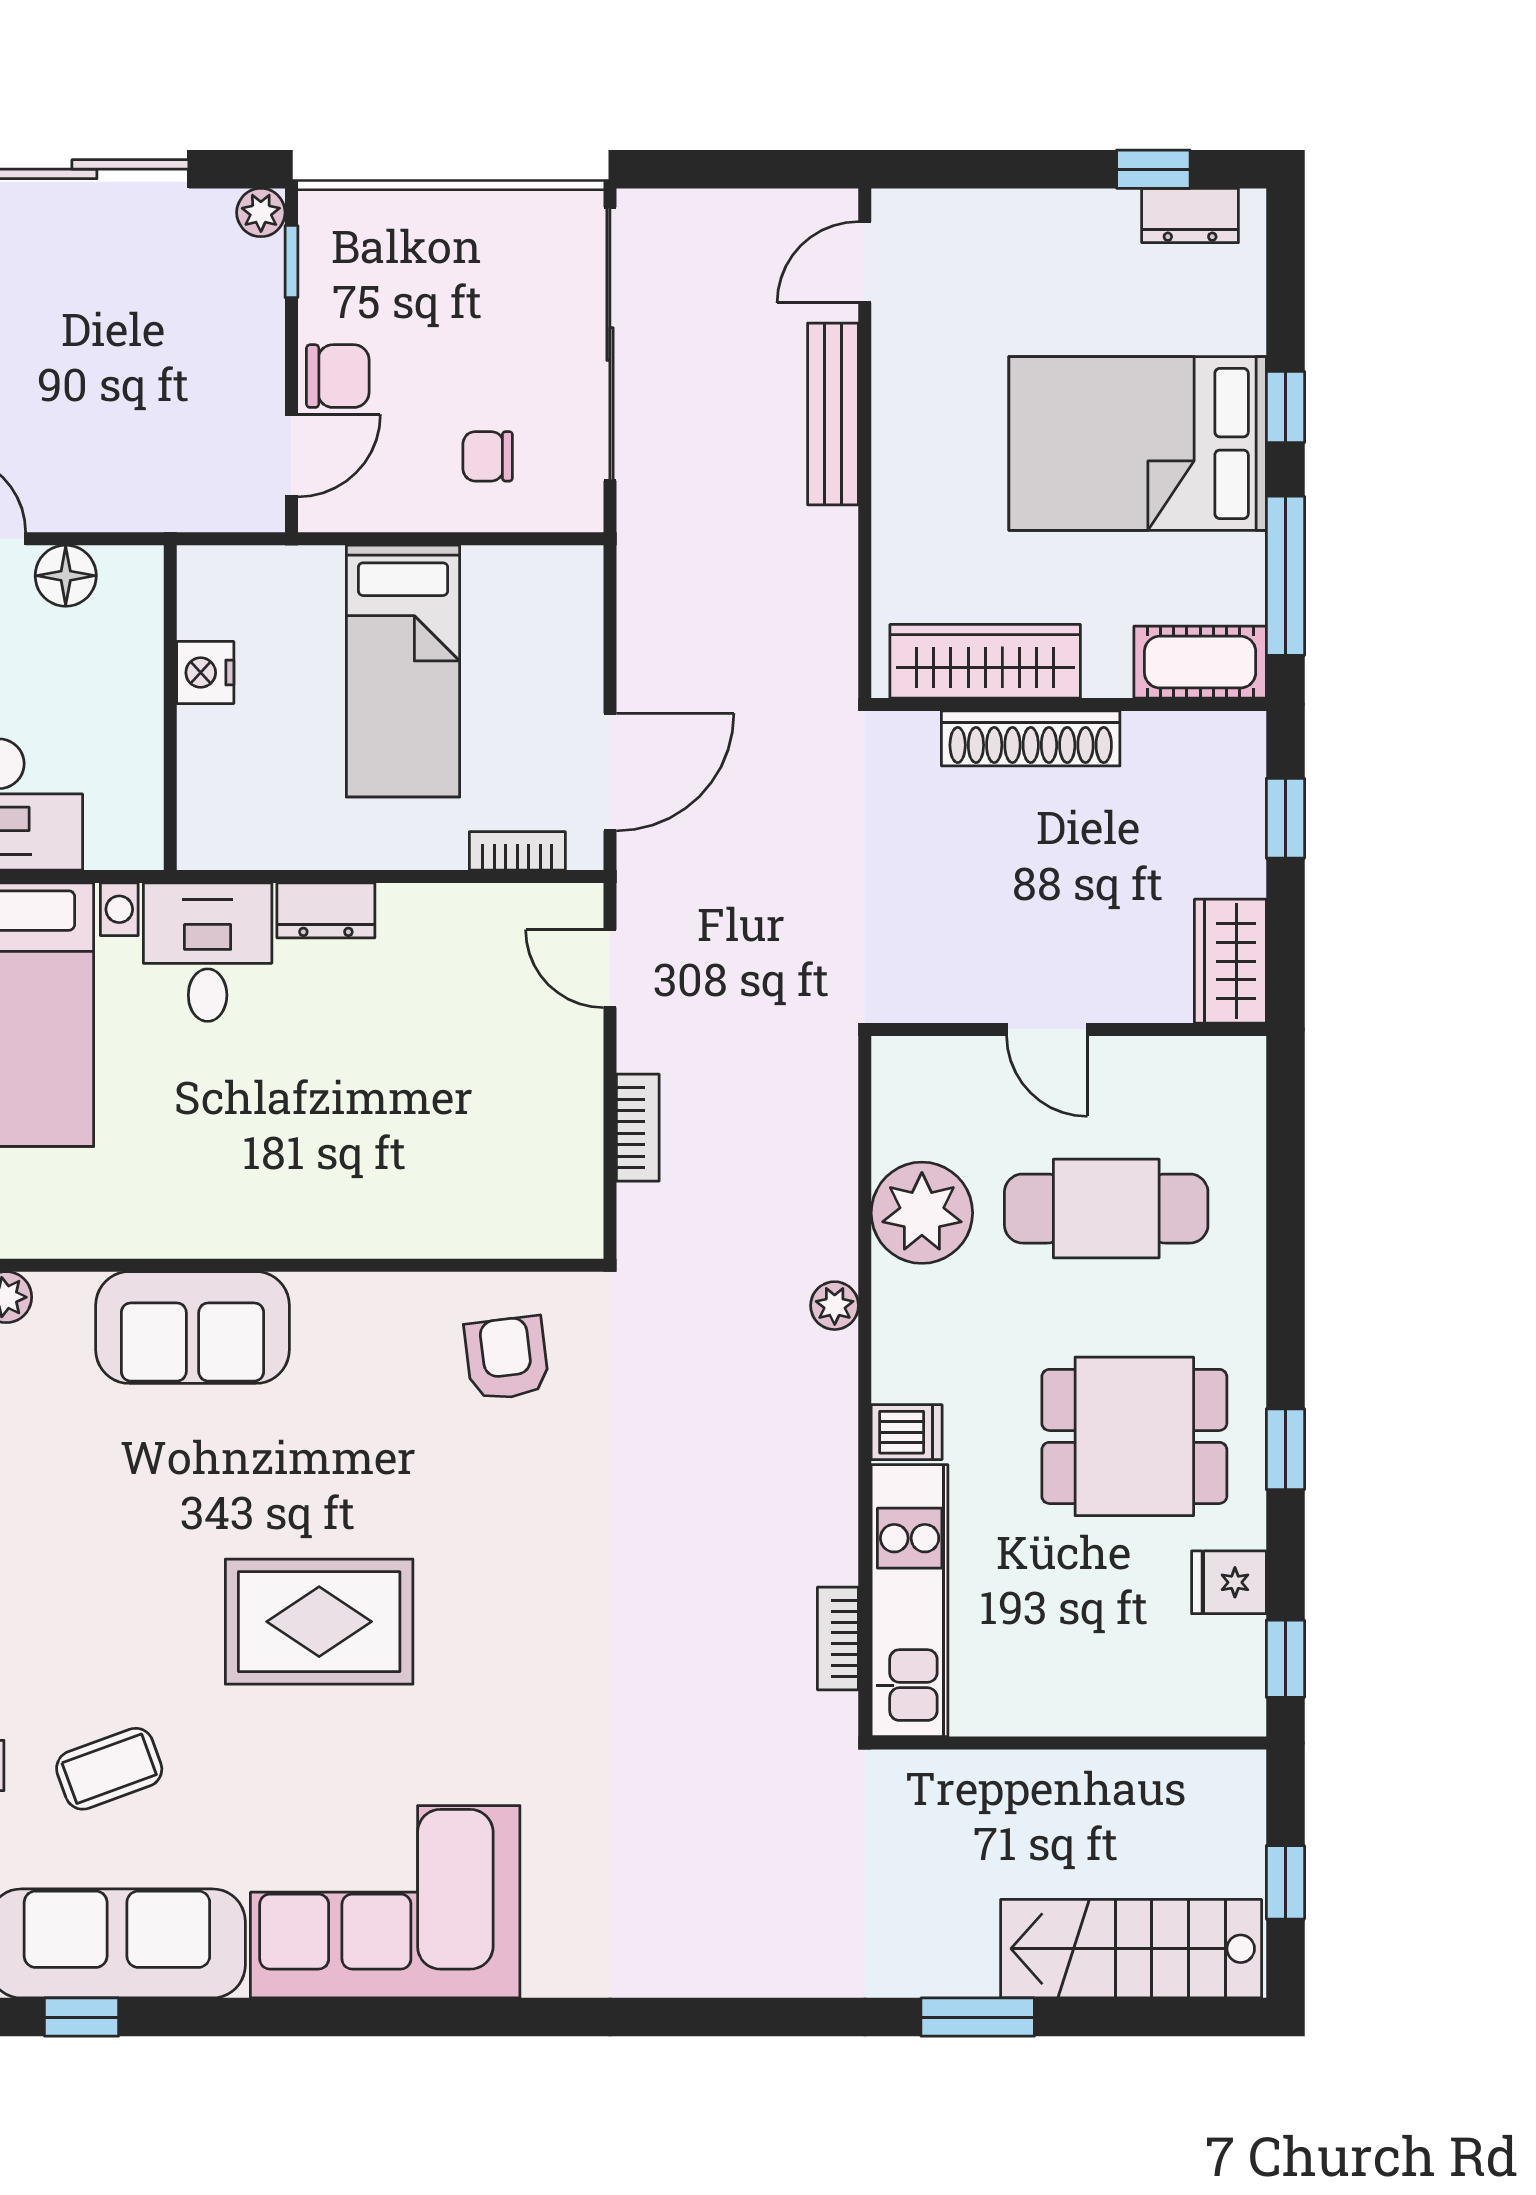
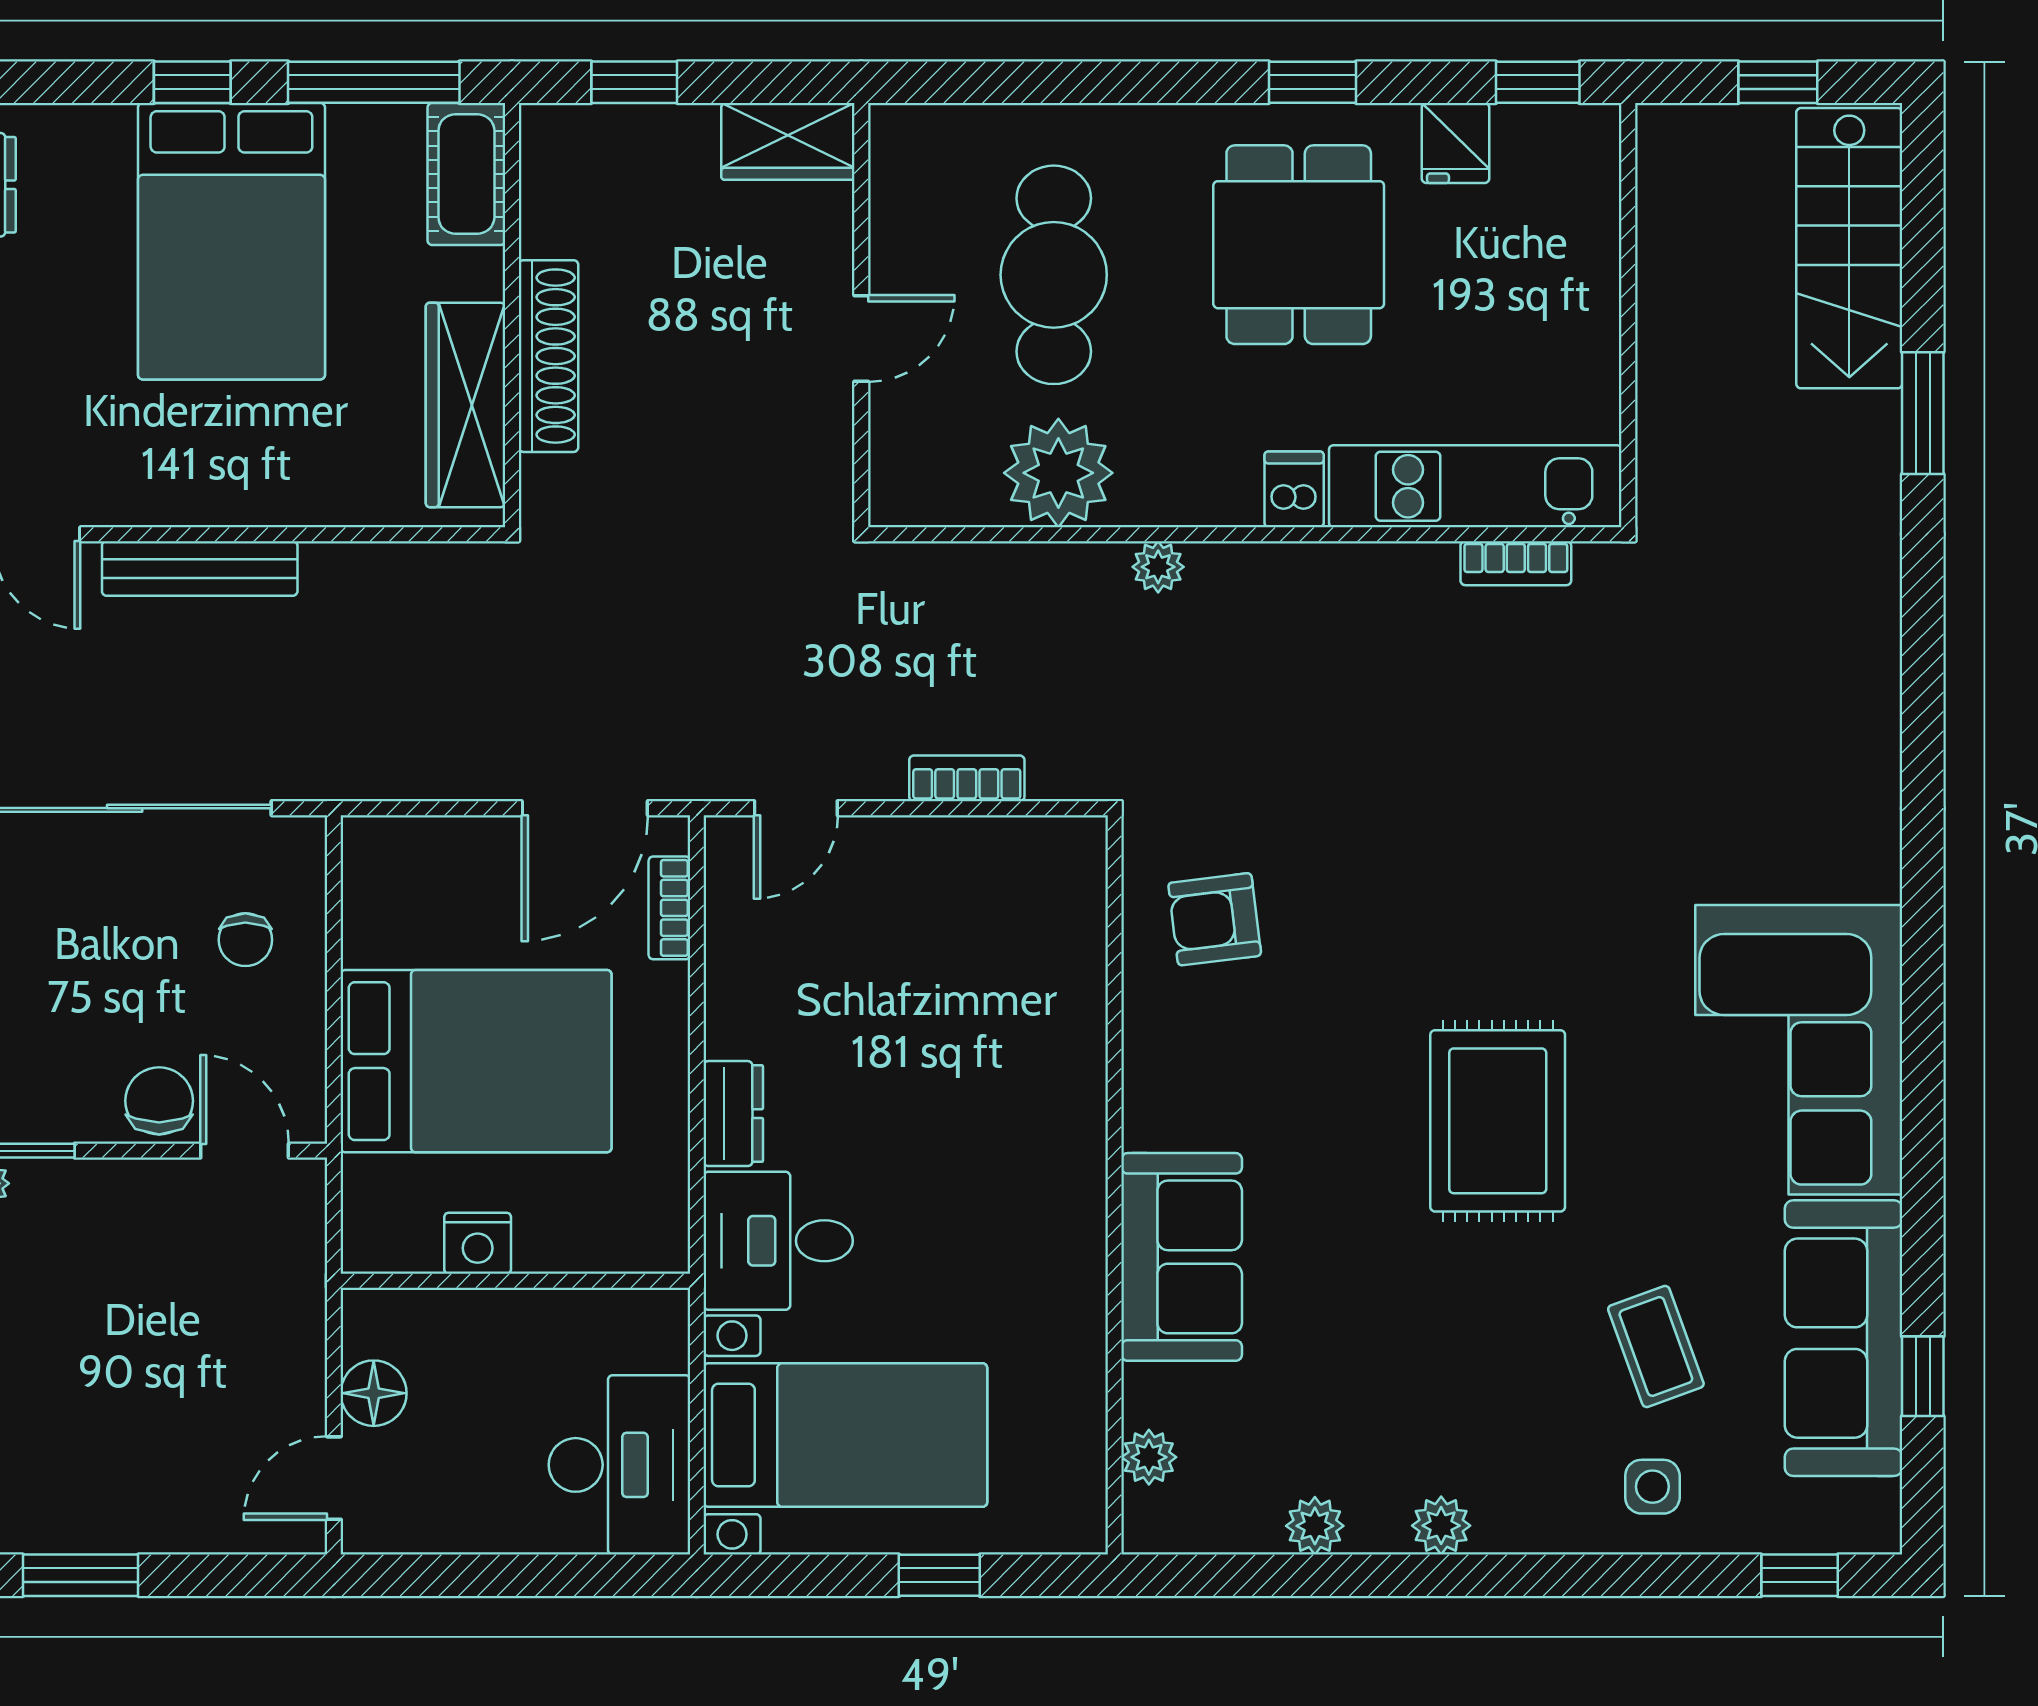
bed: (403, 671) -> (476, 1061), width x1.50
door: (610, 772) -> (585, 808), swing flipped

